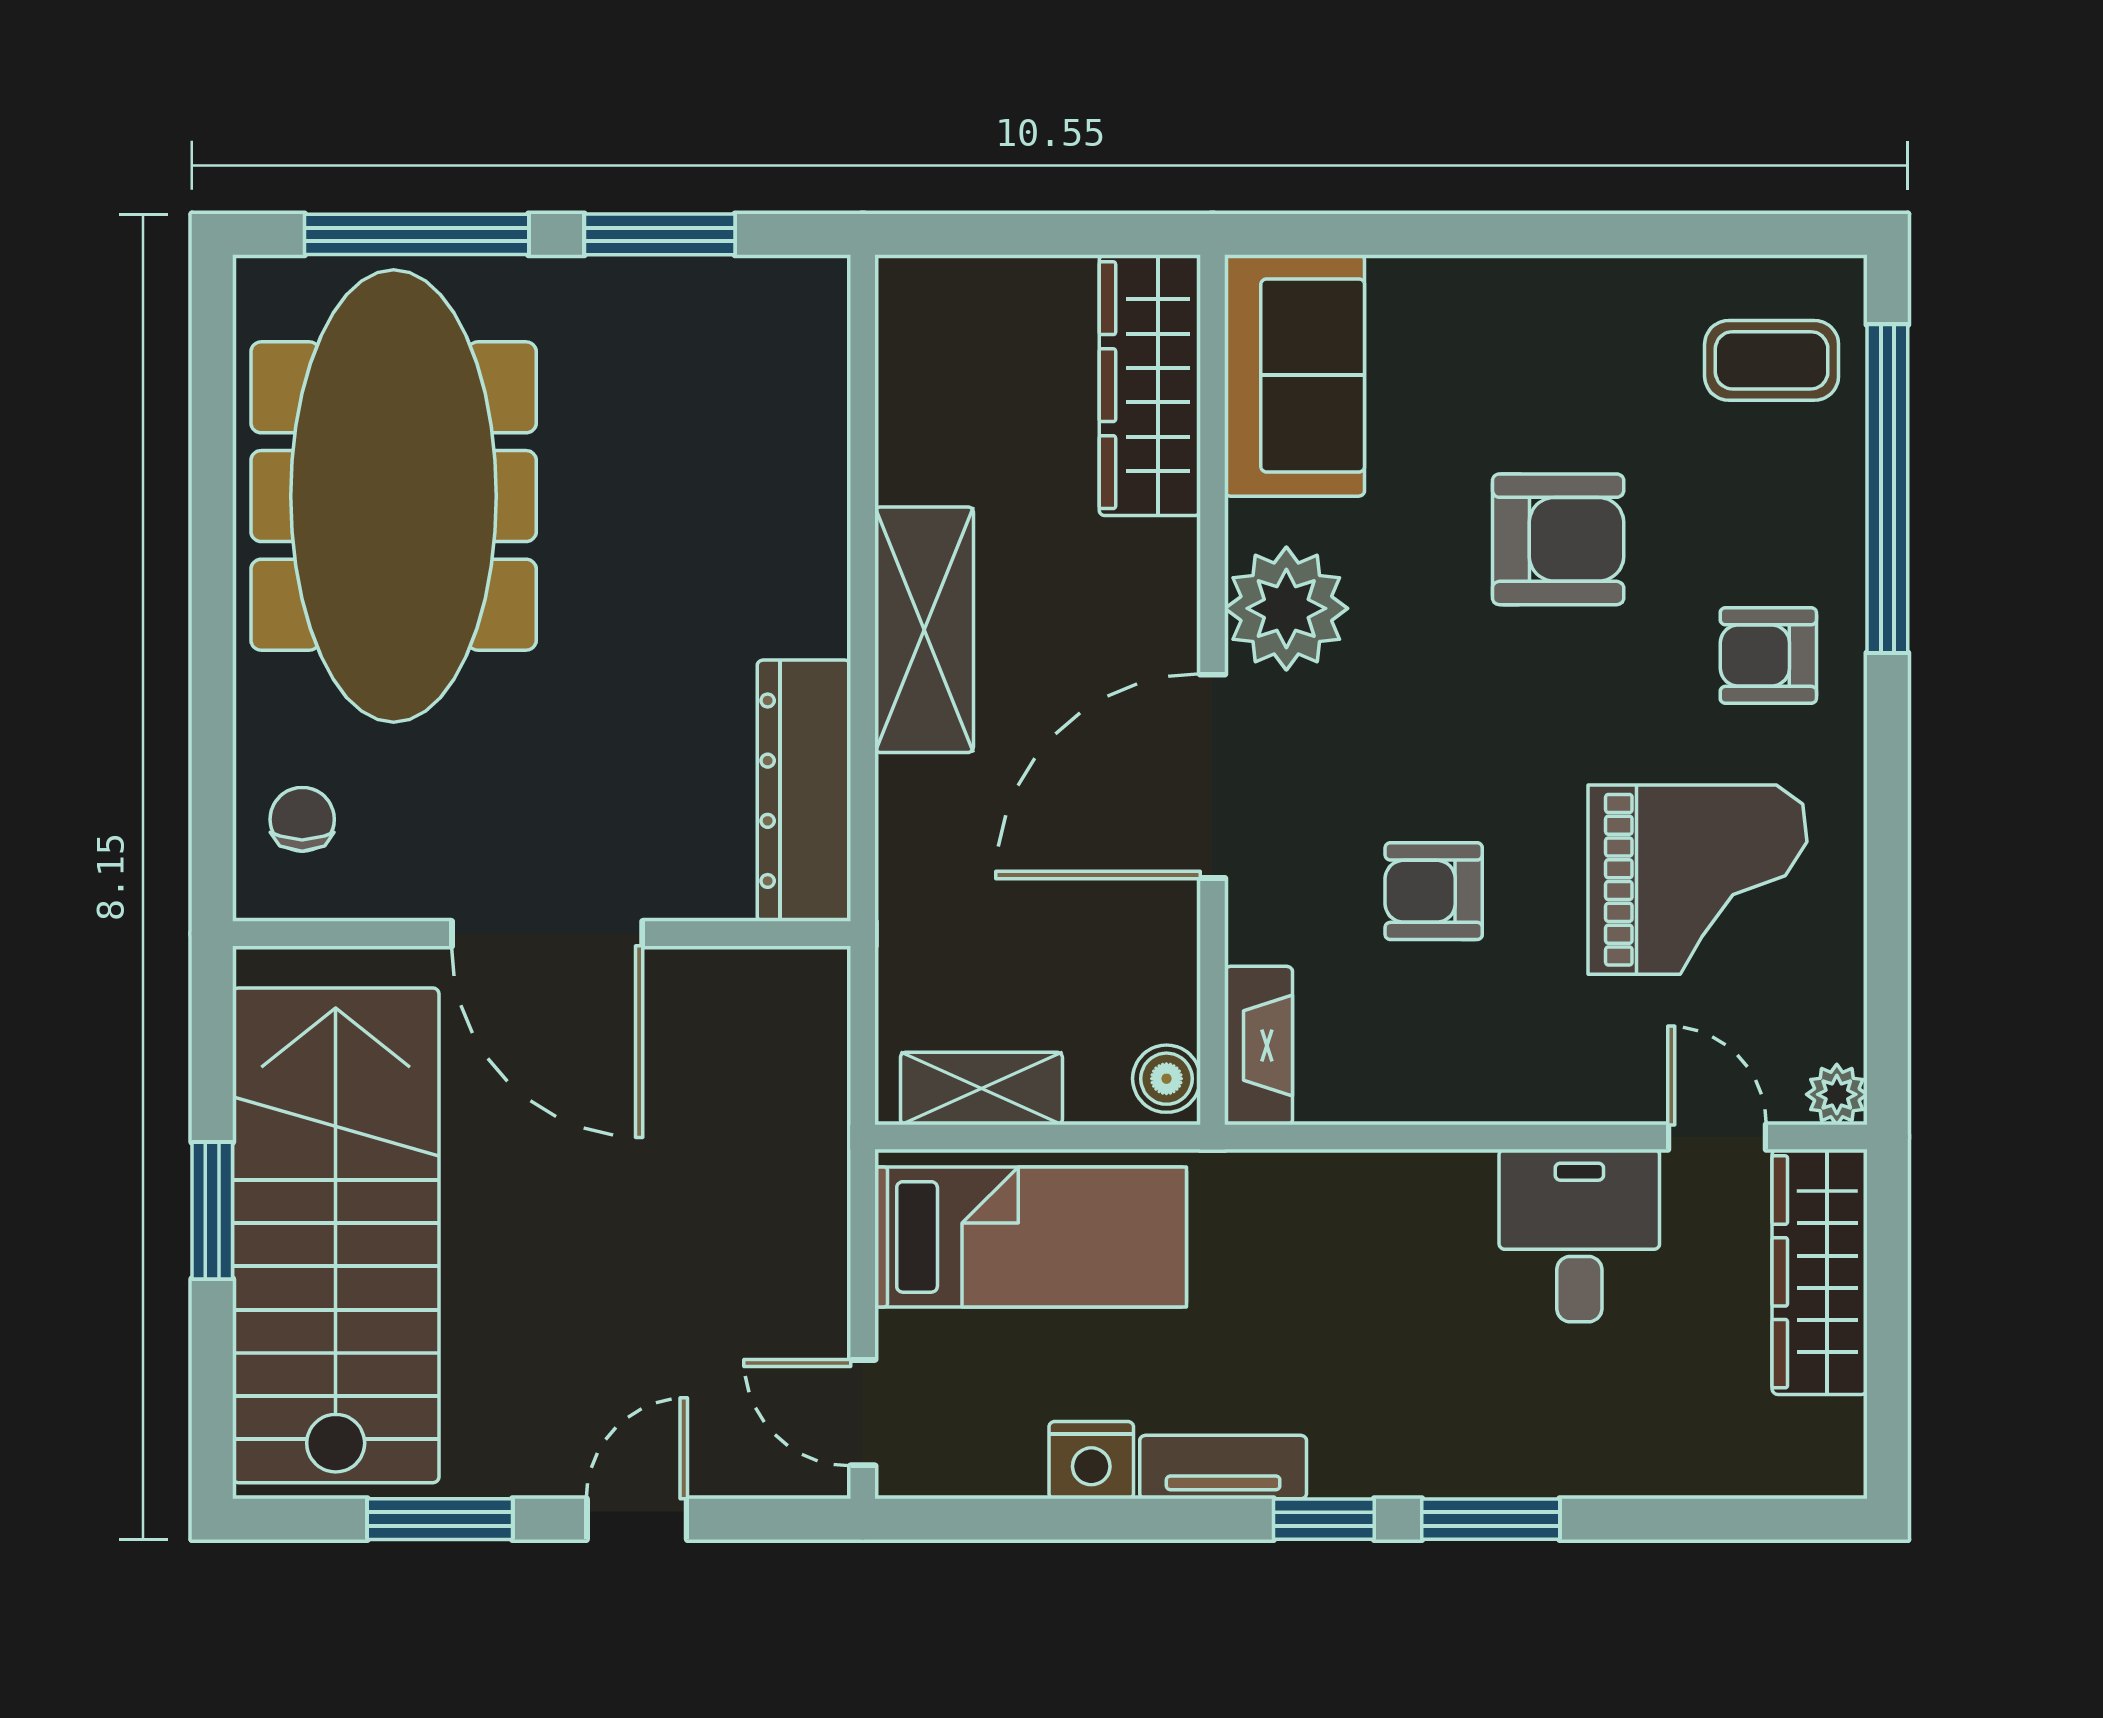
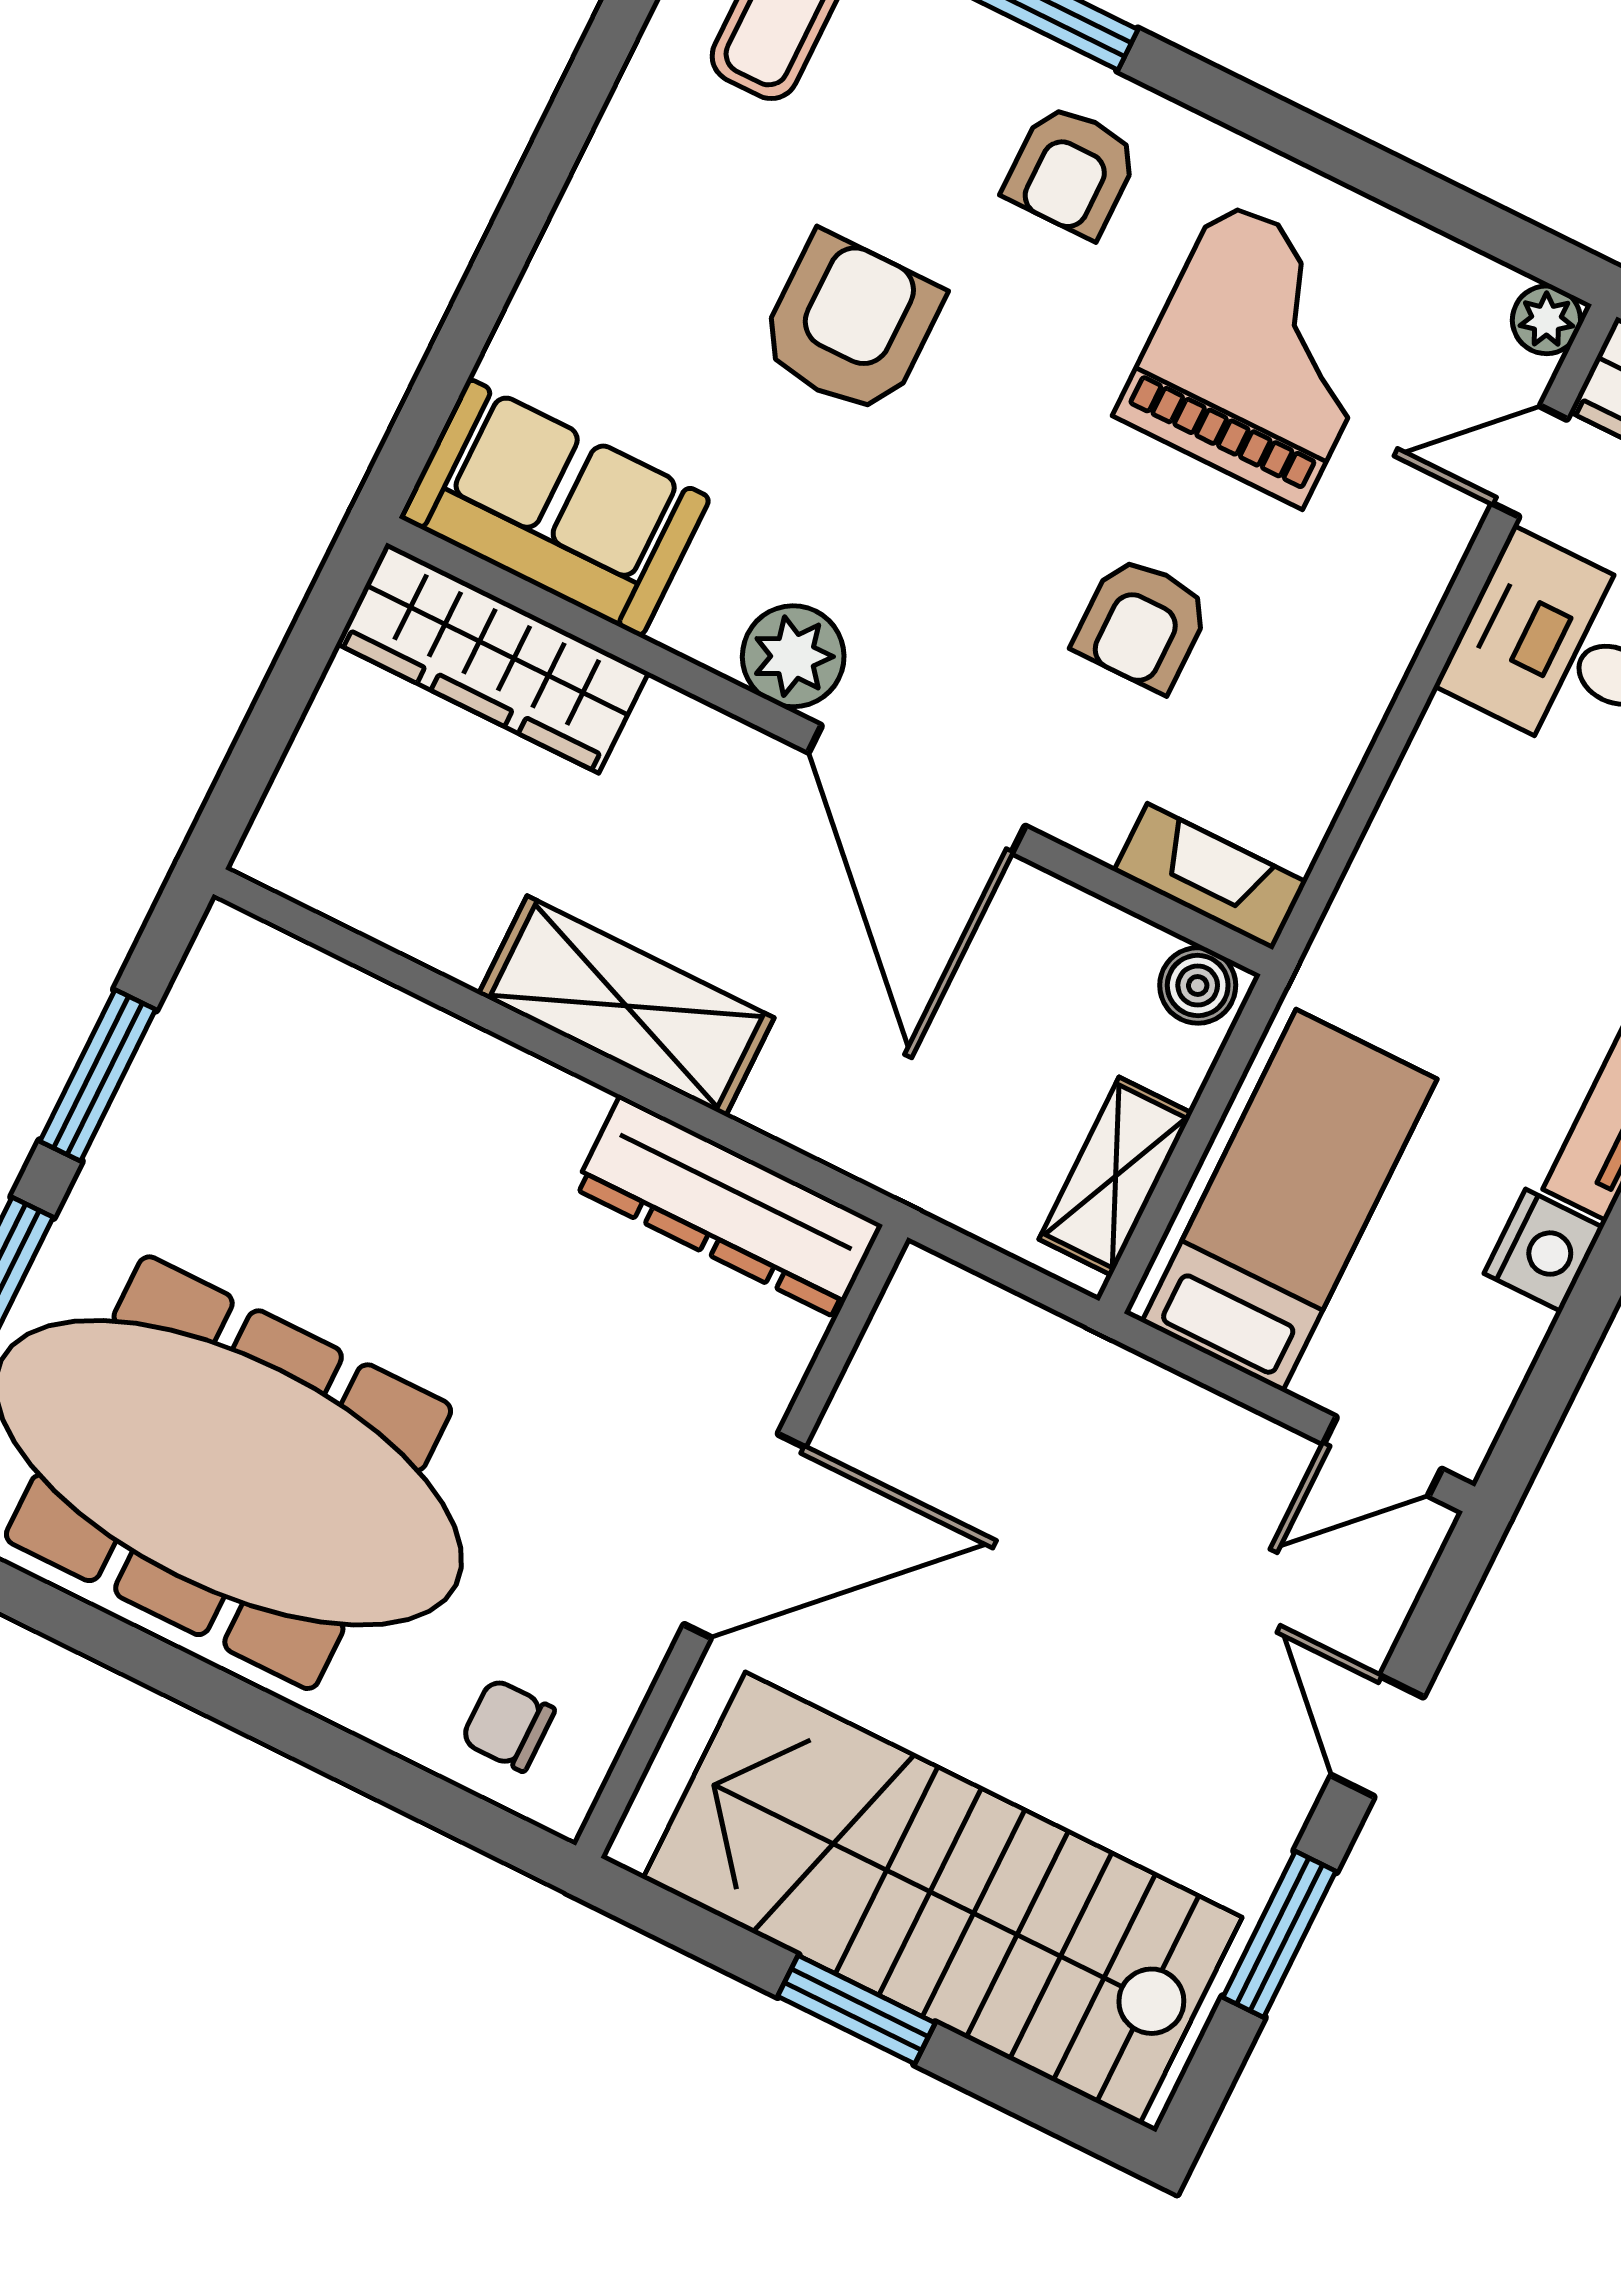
plant: (1286, 608) -> (793, 656), width x0.73, depth x0.73

